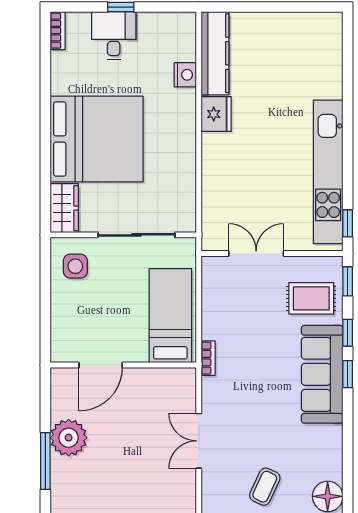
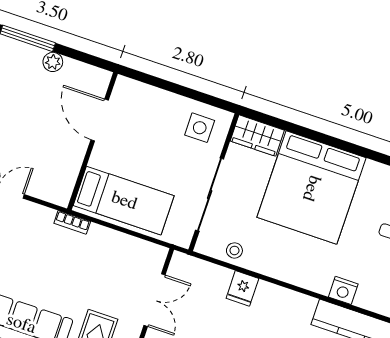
fridge: (216, 114) -> (242, 288), moved, width x0.72
stool: (182, 193) -> (234, 250), added
plant: (69, 438) -> (53, 62), width x0.53, depth x0.53

